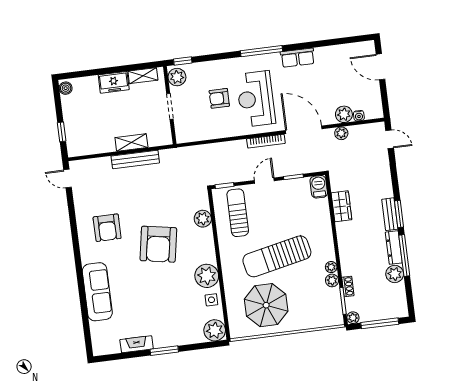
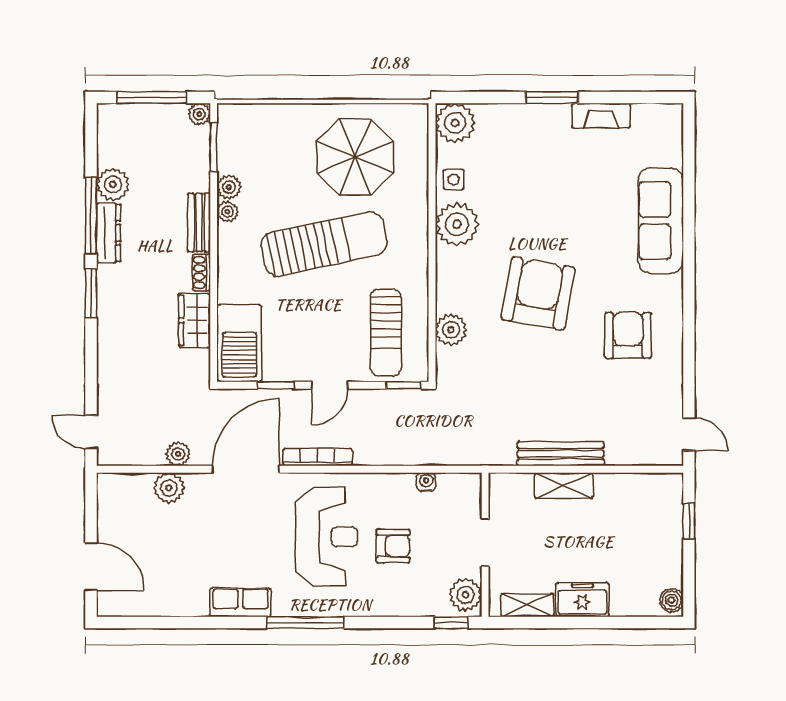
water cooler: (359, 116) -> (426, 482), moved
door: (304, 130) -> (246, 469), swing flipped
barbecue: (319, 187) -> (239, 343), width x1.88, depth x1.53
bench: (390, 214) -> (199, 222), moved
shoe rack: (348, 286) -> (201, 273), moved

